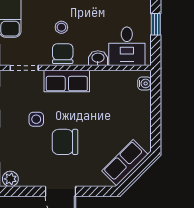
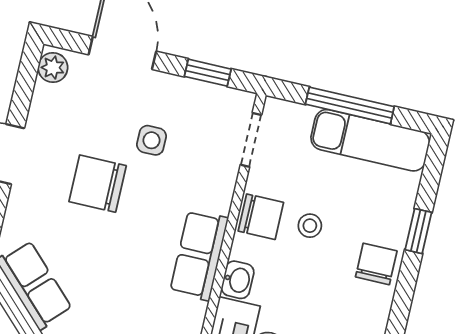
row of seats: (67, 81) -> (199, 255), moved
chair: (65, 142) -> (98, 184), turned -90

